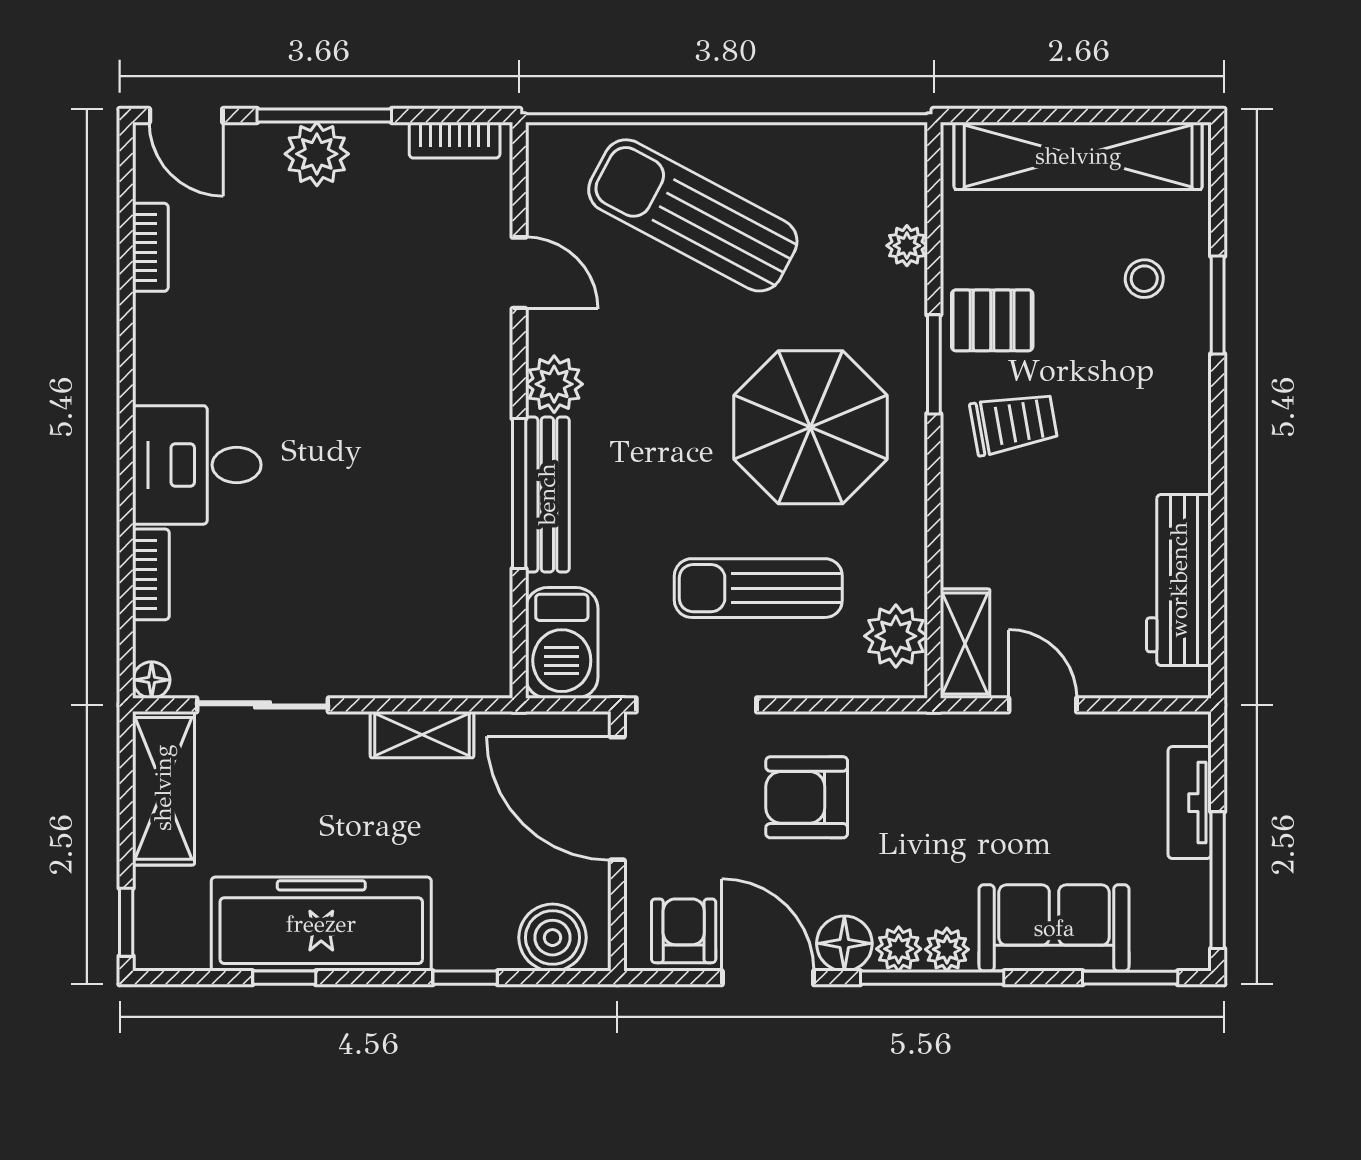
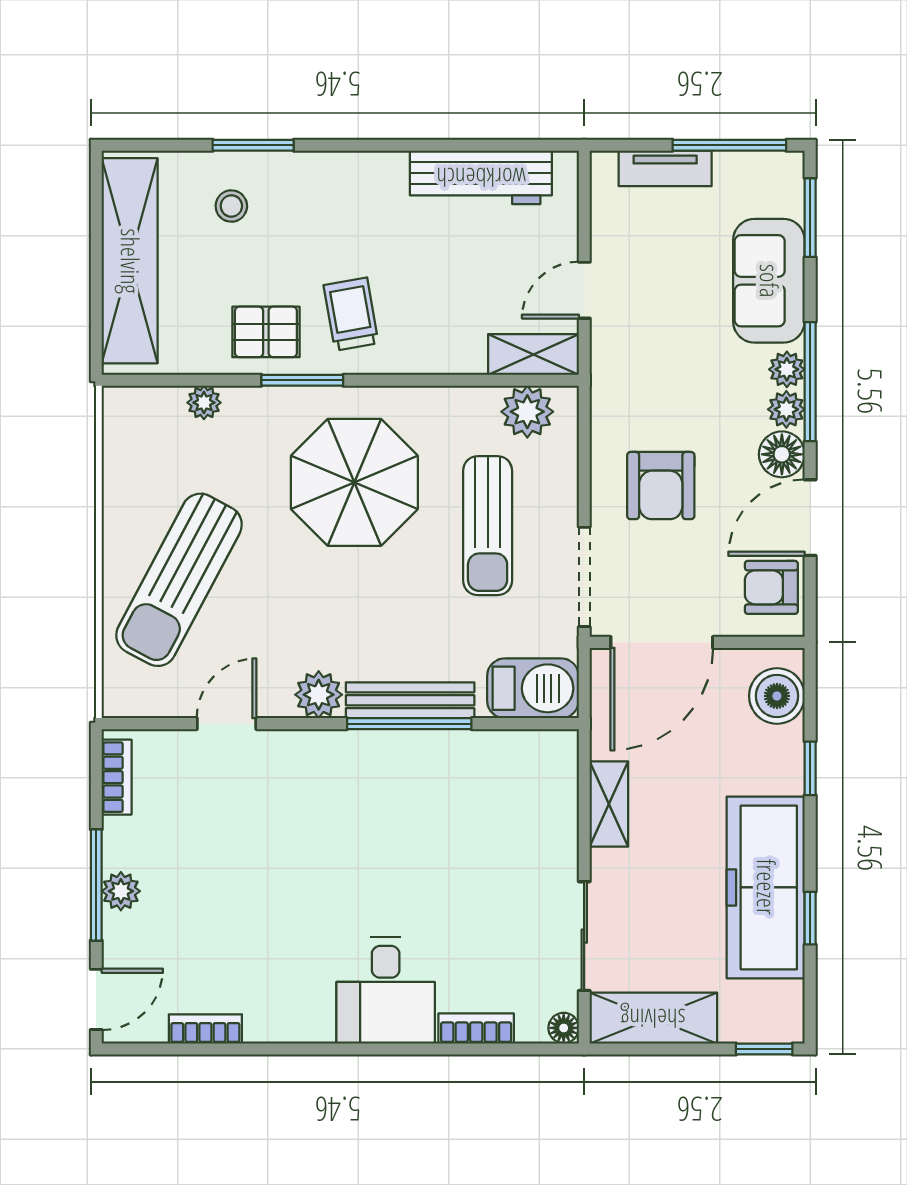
plant: (317, 154) -> (121, 891), width x0.73, depth x0.73
pallet: (992, 320) -> (266, 332), turned 90

